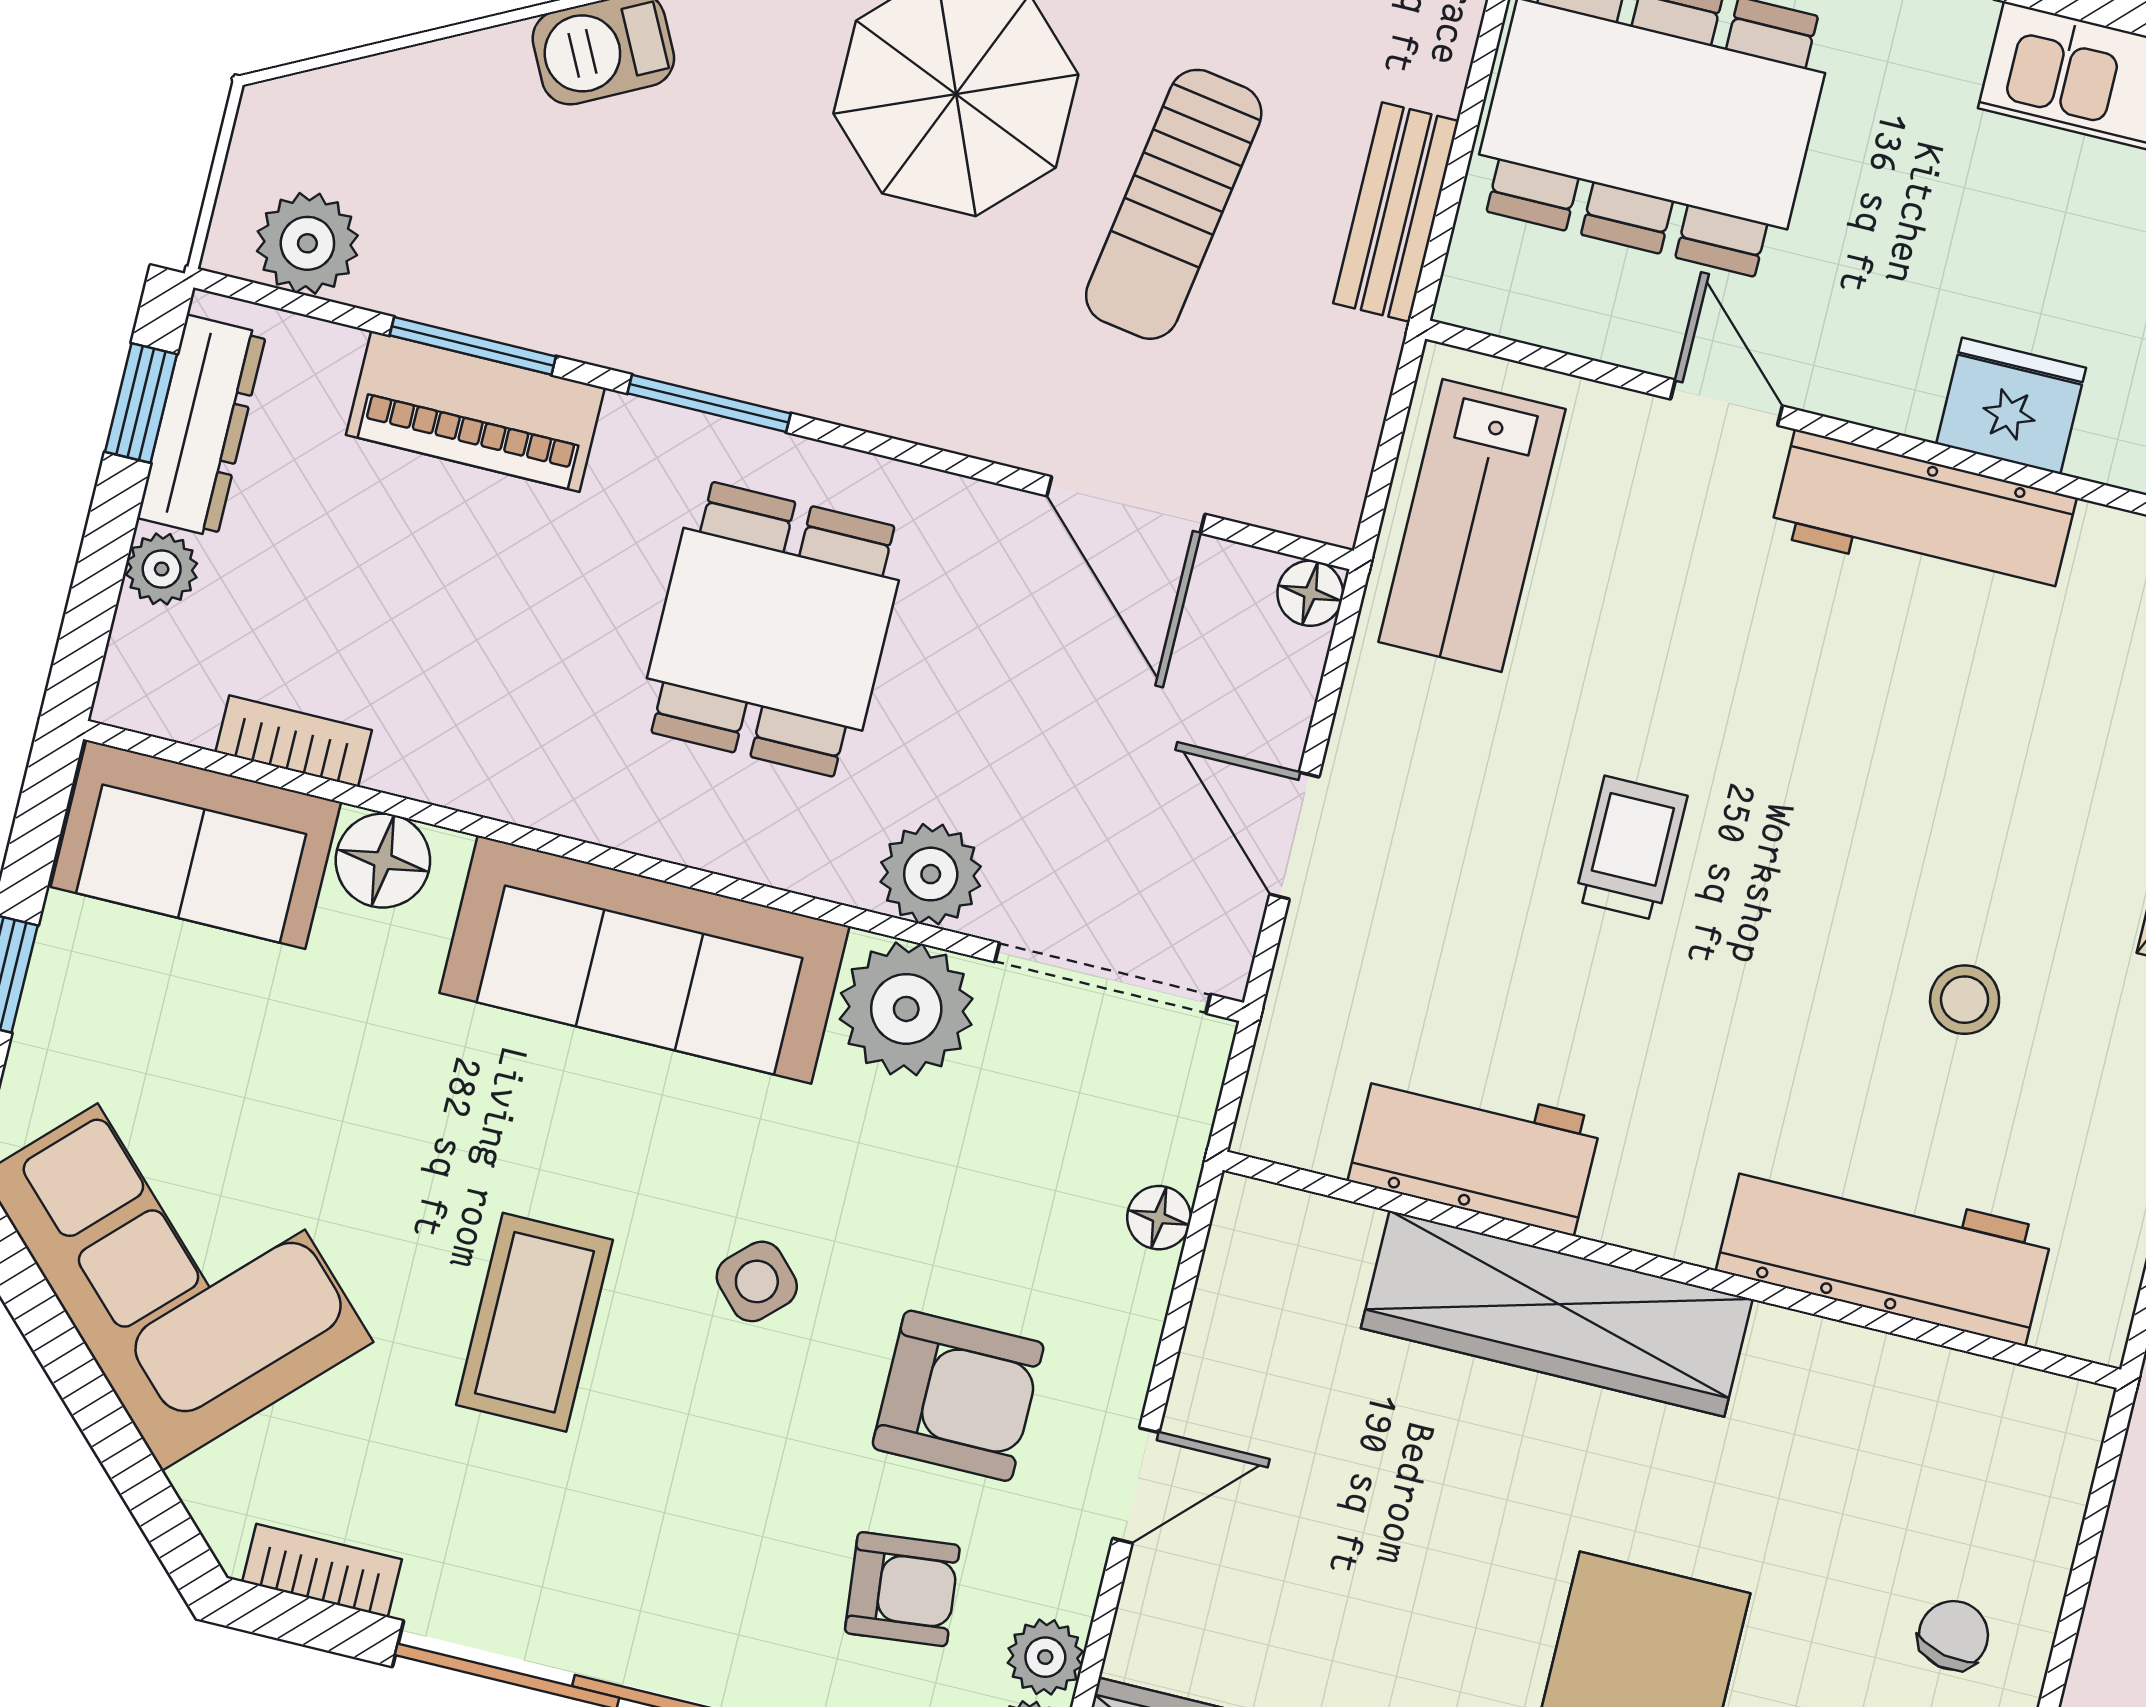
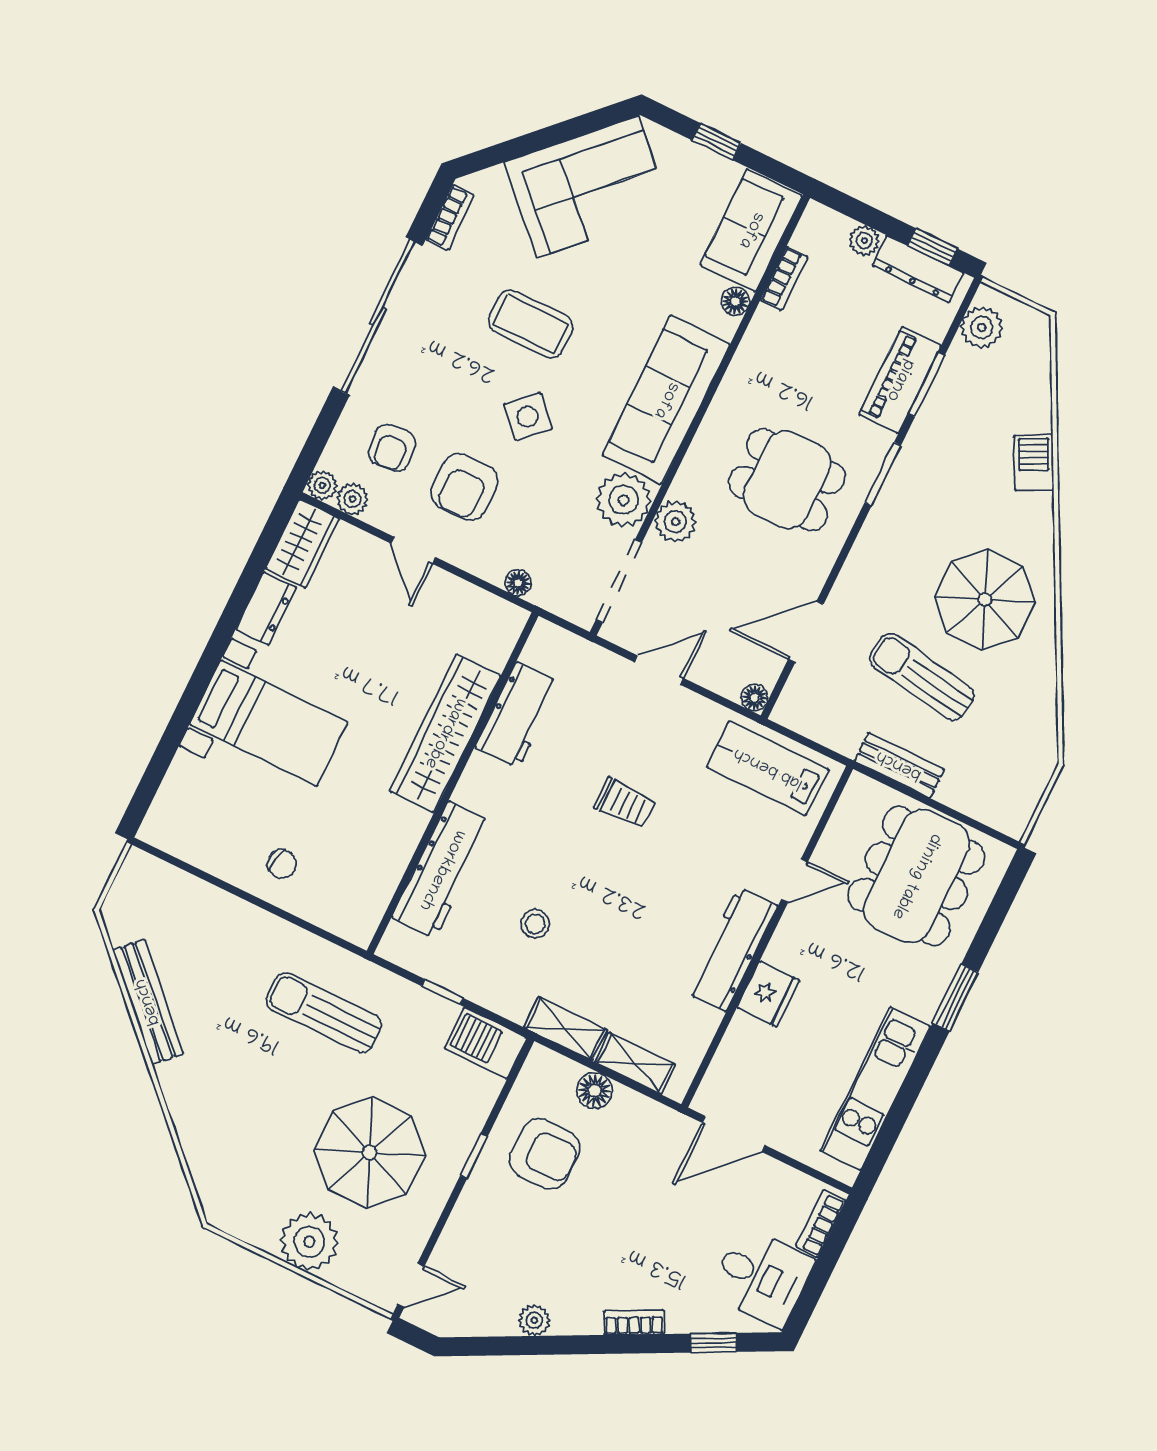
floor lamp: (383, 861) -> (735, 301), width x0.73, depth x0.73
side table: (757, 1281) -> (528, 417), width x1.37, depth x1.37

